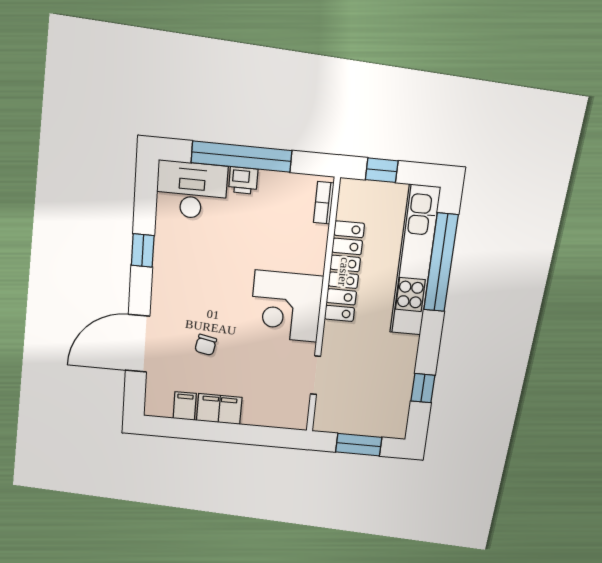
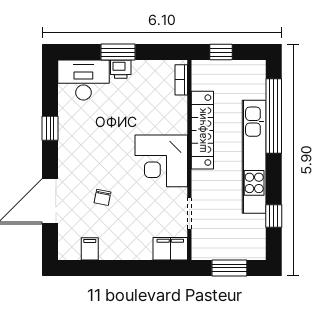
window: (241, 157) -> (118, 52), width x0.47
kitchen unit: (415, 261) -> (254, 157), moved
filing cabinet: (219, 409) -> (170, 249), moved

